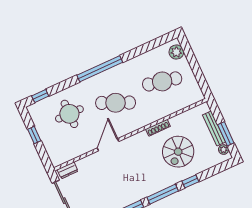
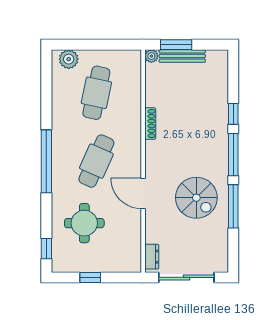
window: (226, 134) -> (176, 45), moved
plant: (224, 150) -> (151, 56), moved
spiral stairs: (178, 152) -> (196, 198), moved

